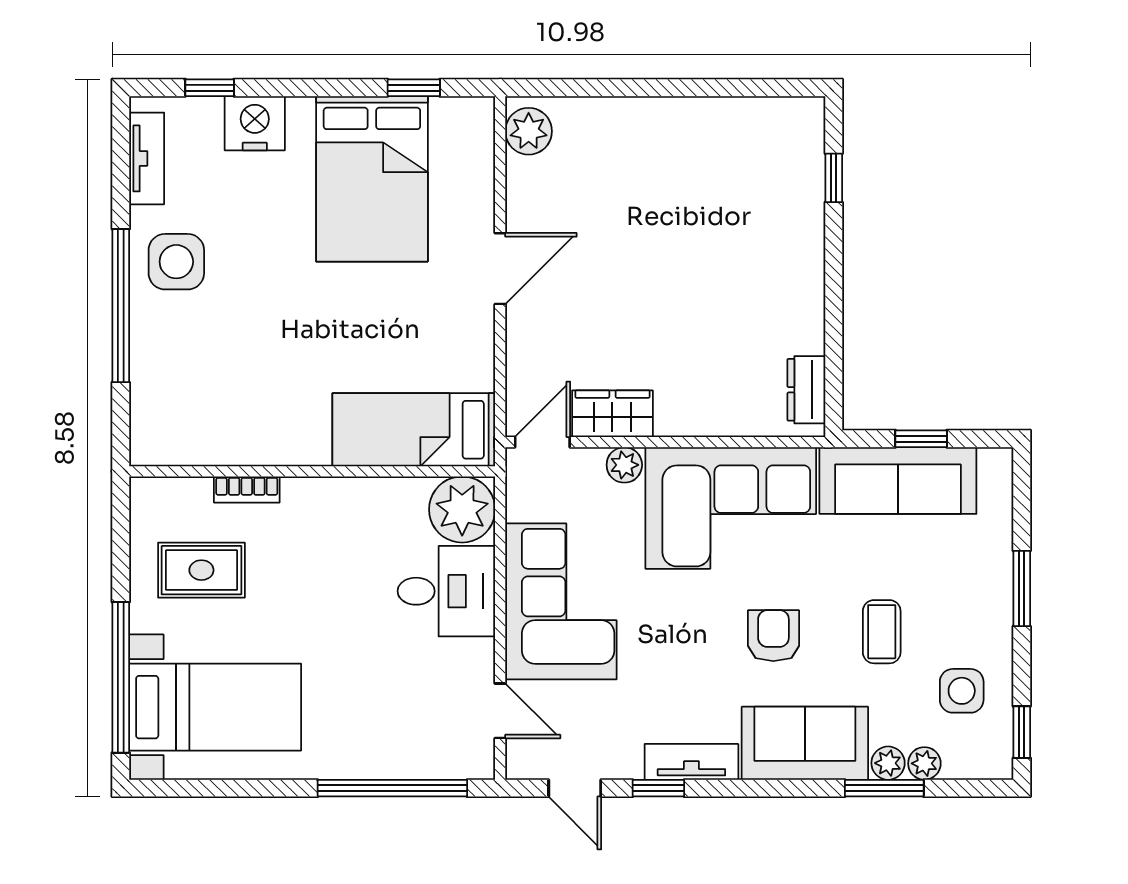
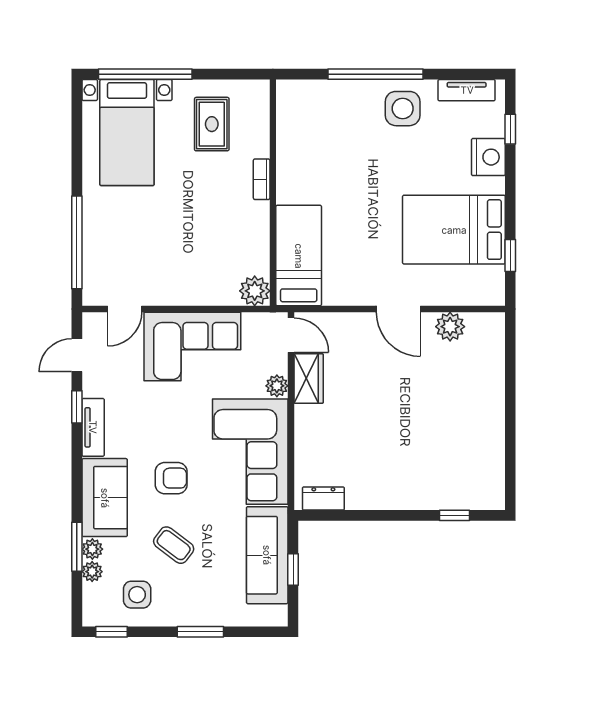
plant: (529, 131) -> (450, 327), moved
bookcase: (247, 490) -> (262, 179), moved
plant: (462, 509) -> (255, 291), width x0.73, depth x0.73
desk: (446, 591) -> (199, 276), removed
coffee table: (882, 632) -> (174, 545), turned 37

